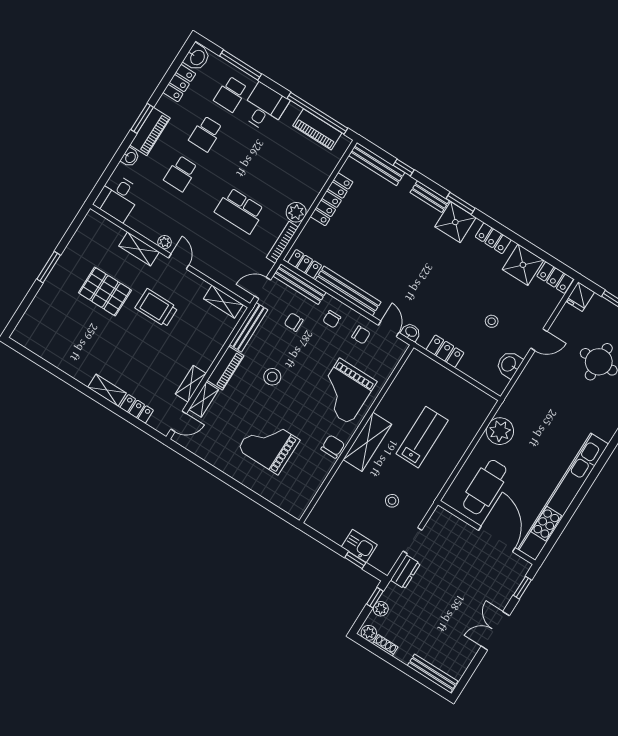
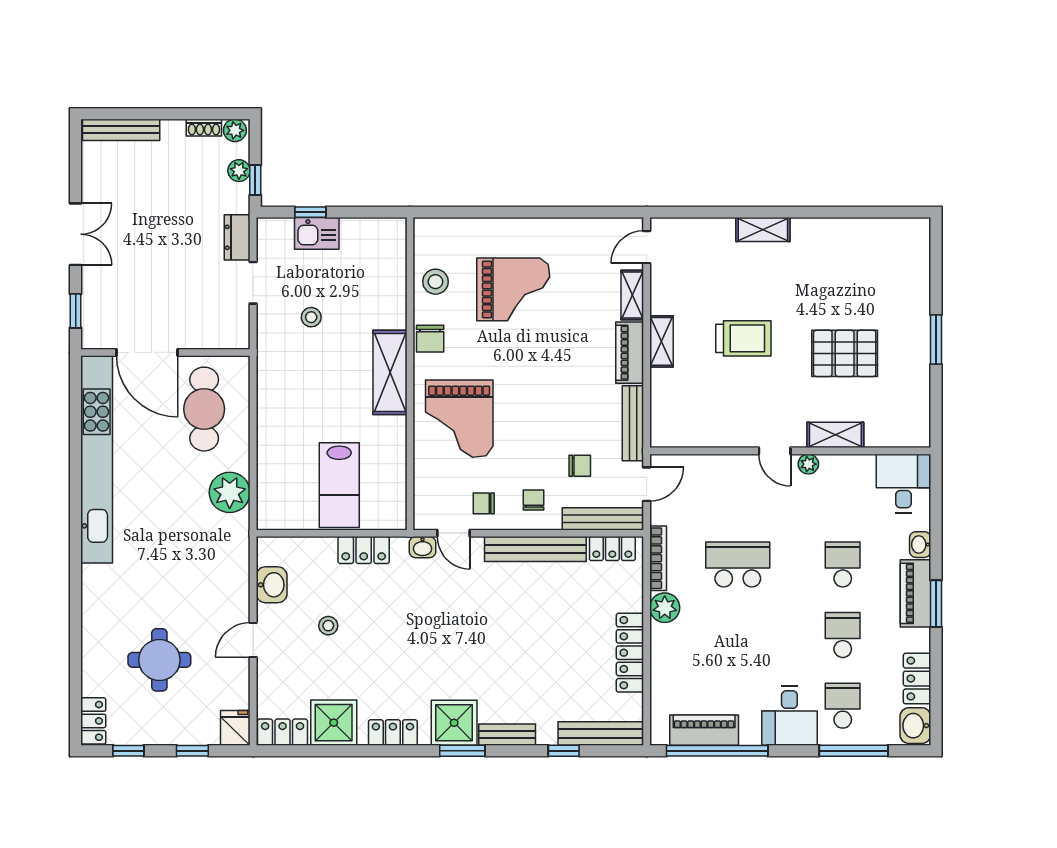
shelving: (223, 302) -> (686, 435), removed
trolley: (156, 308) -> (743, 338), moved
stool: (272, 377) -> (435, 282), moved
shelving: (191, 384) -> (661, 341), moved
grand piano: (345, 391) -> (459, 419), turned 180
locker: (137, 409) -> (710, 229), removed
lab bench: (422, 437) -> (339, 485), moved

